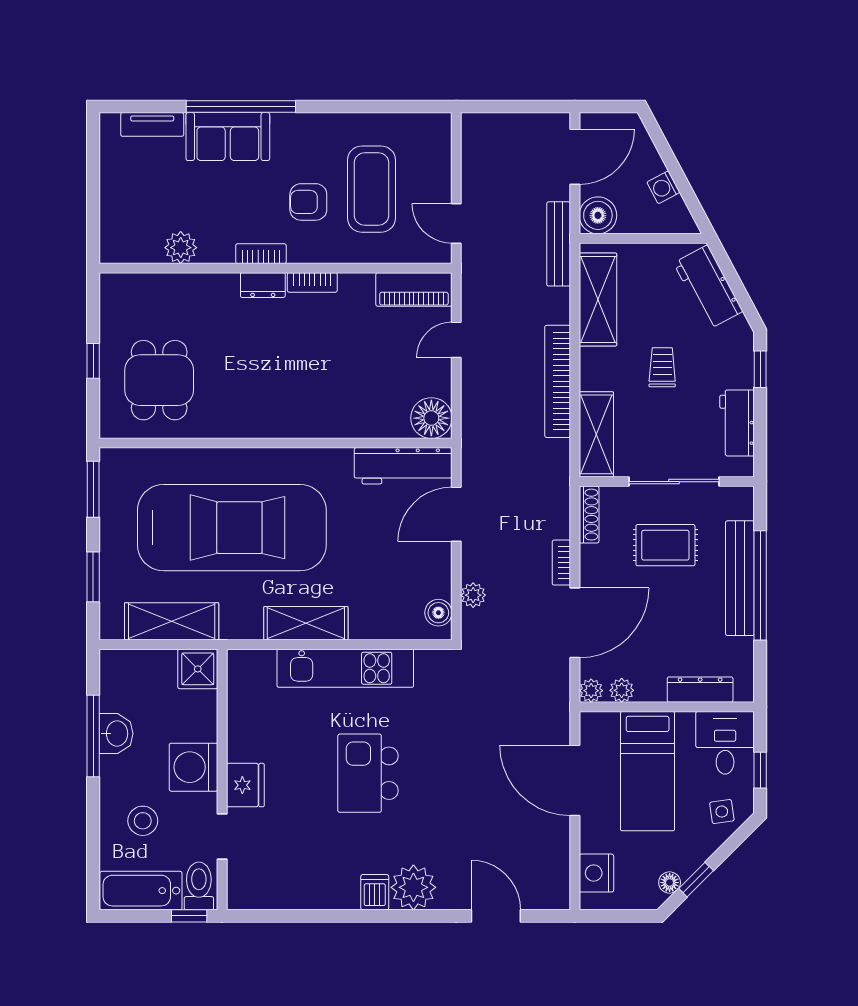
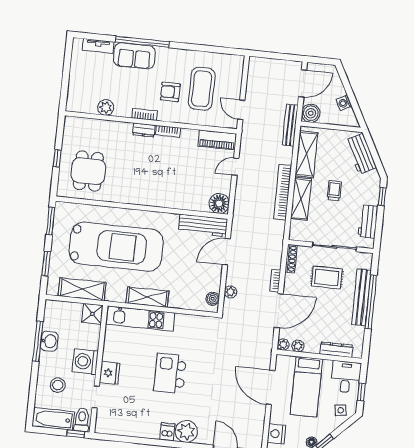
shelving: (596, 434) -> (301, 199), moved
kitchen unit: (345, 668) -> (141, 319), moved

